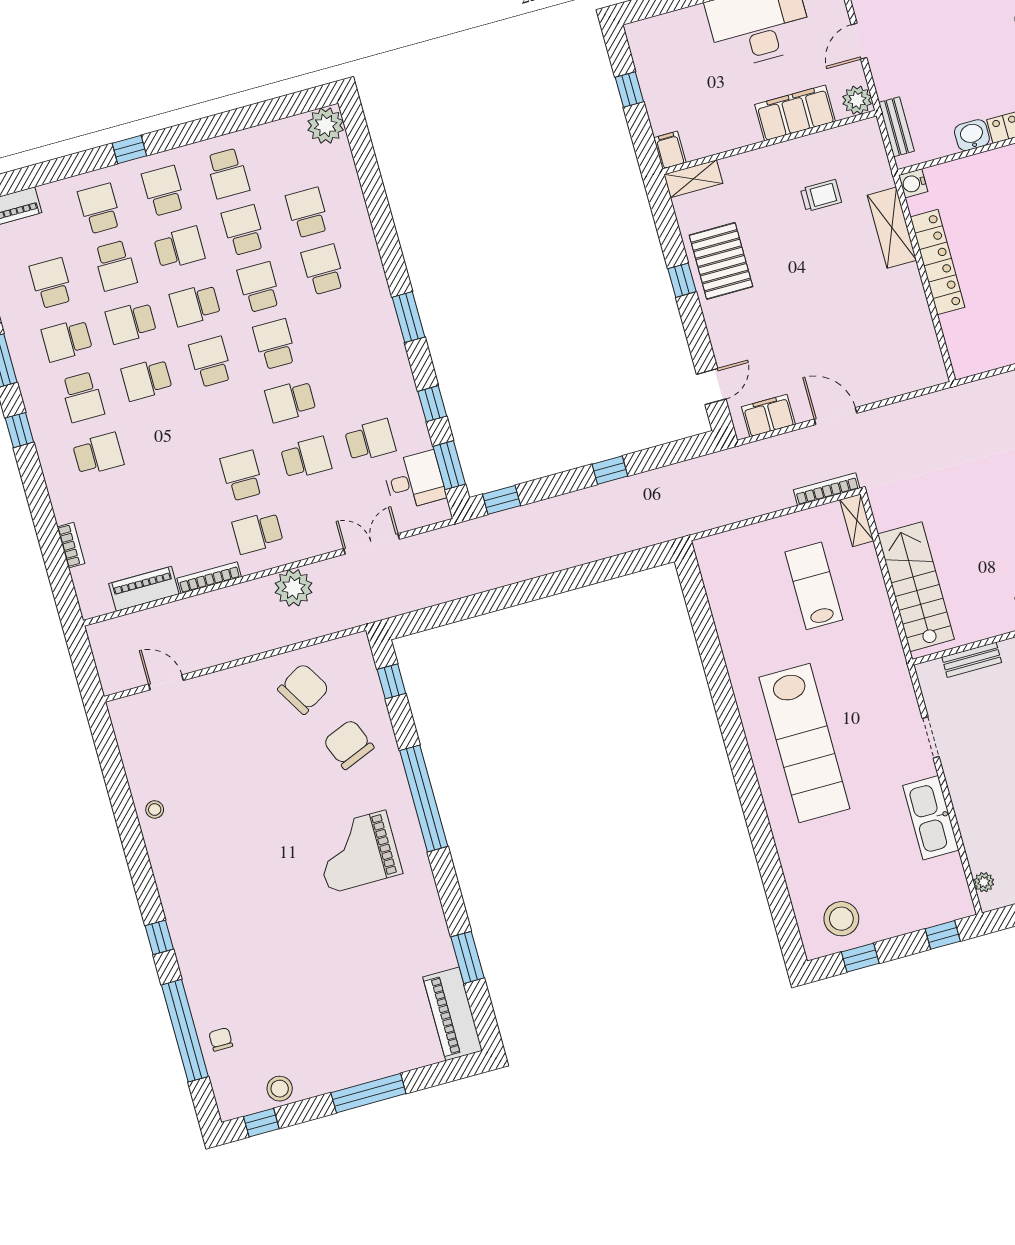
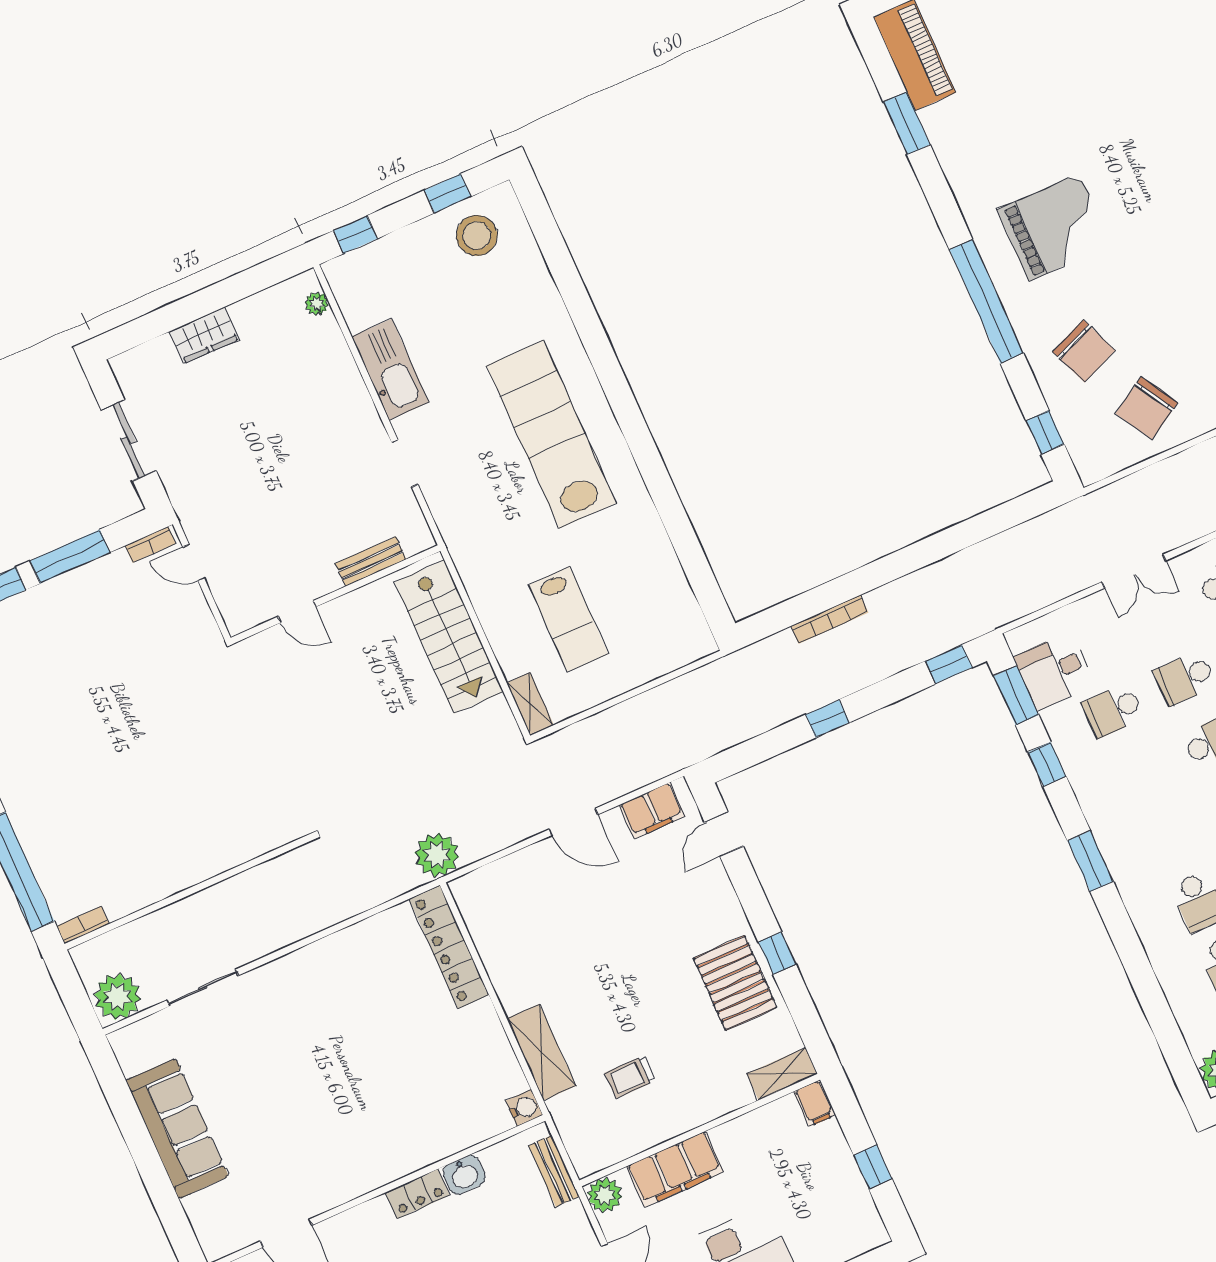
locker: (937, 262) -> (449, 947), moved
bookcase: (827, 489) -> (829, 619), moved
double door: (371, 544) -> (1134, 571), moved
plant: (294, 588) -> (437, 855), moved

